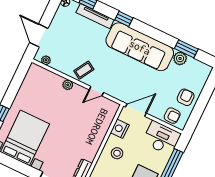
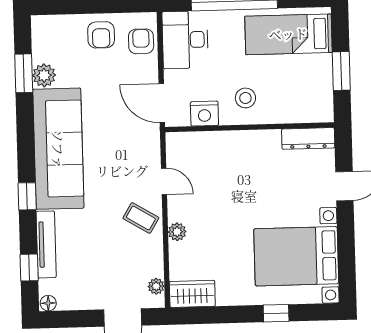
wardrobe: (33, 76) -> (192, 294), added
armchair: (186, 97) -> (101, 35), turned -90

